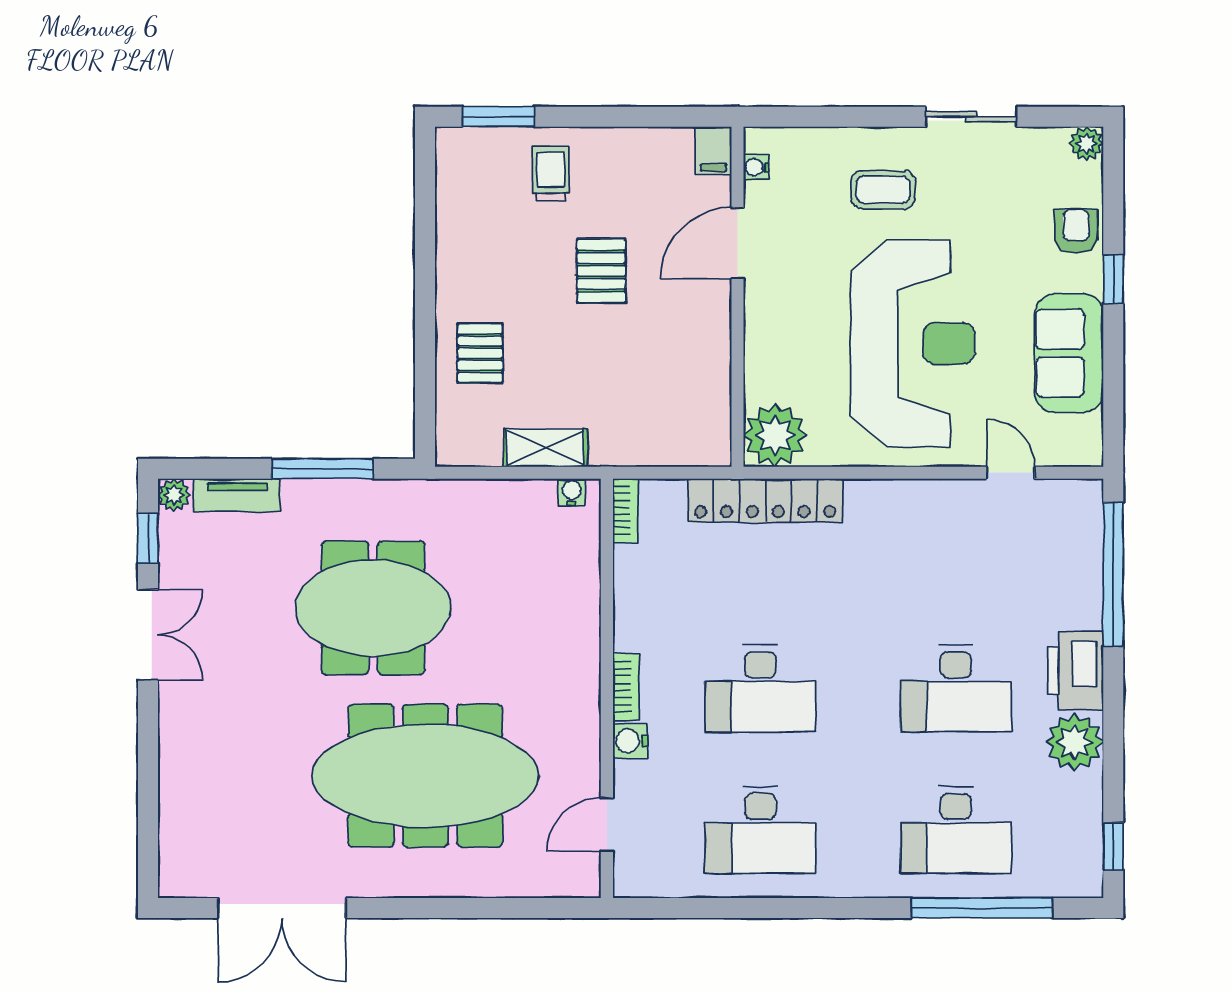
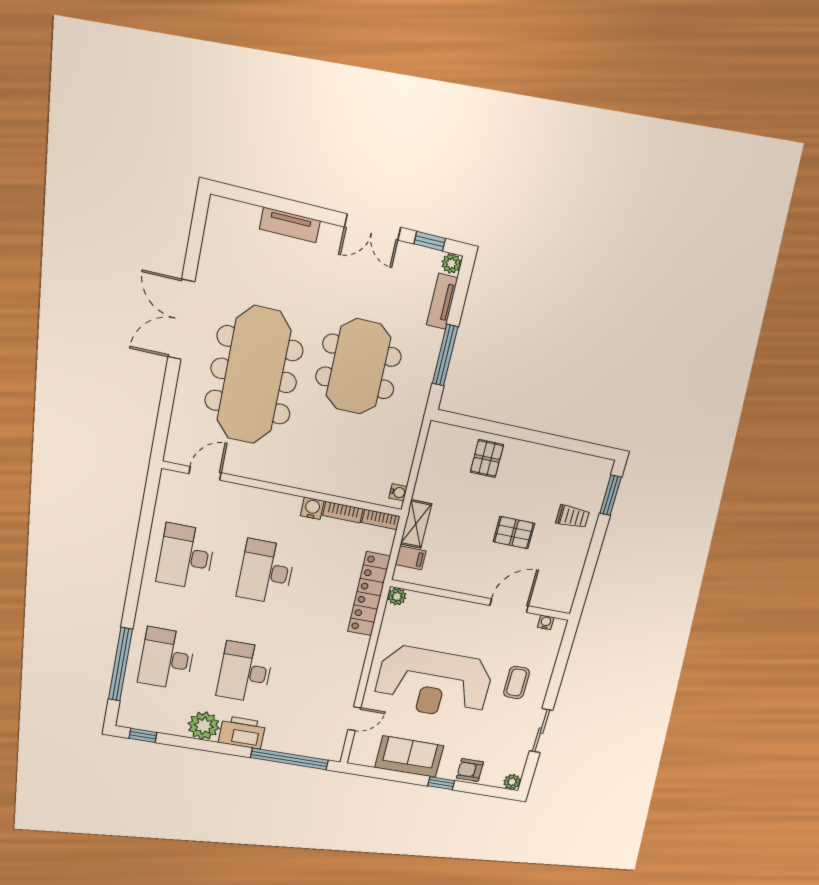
filing cabinet: (713, 151) -> (411, 558), moved, turned 180
armchair: (1076, 231) -> (470, 770), turned 180
door: (737, 243) -> (509, 606), hinge flipped
pallet: (480, 353) -> (487, 458), turned 90
plant: (775, 435) -> (397, 596), width x0.53, depth x0.53
shelving: (545, 448) -> (416, 524), moved
bookcase: (626, 687) -> (343, 512), moved
water cooler: (630, 741) -> (312, 508), moved
tv unit: (176, 766) -> (290, 225), added
door: (607, 824) -> (205, 473), hinge flipped
double door: (282, 908) -> (181, 320), moved

